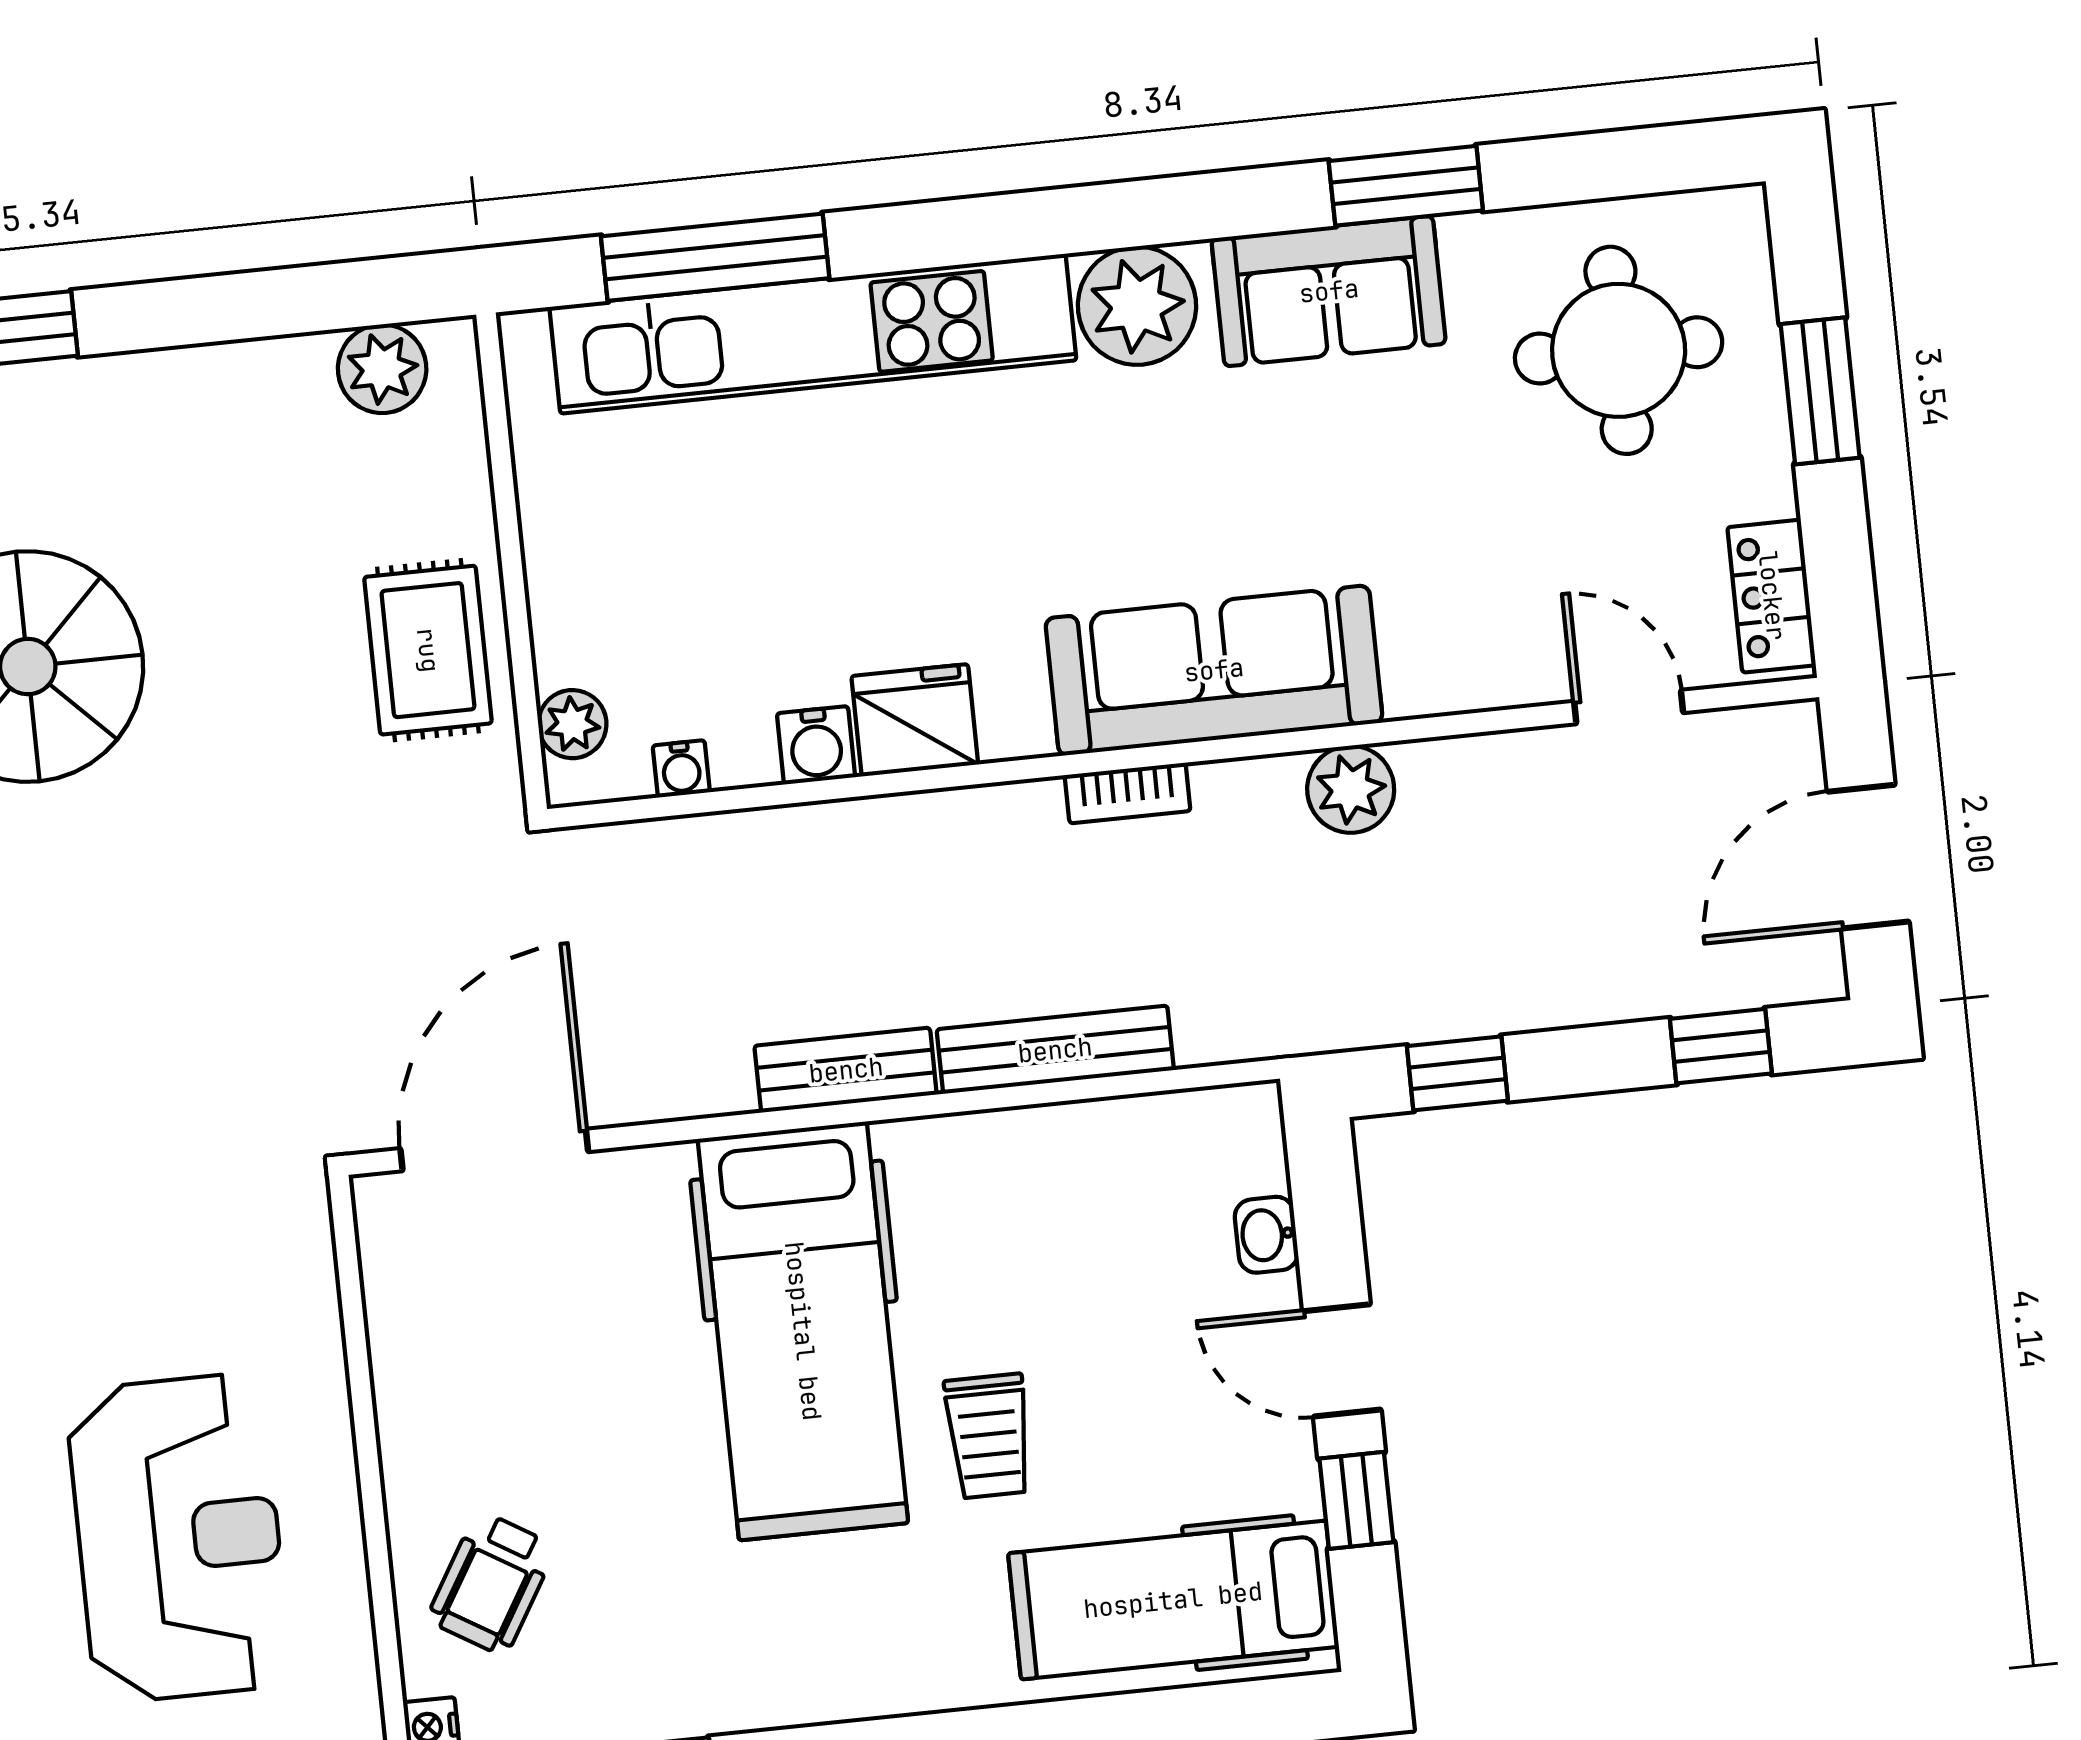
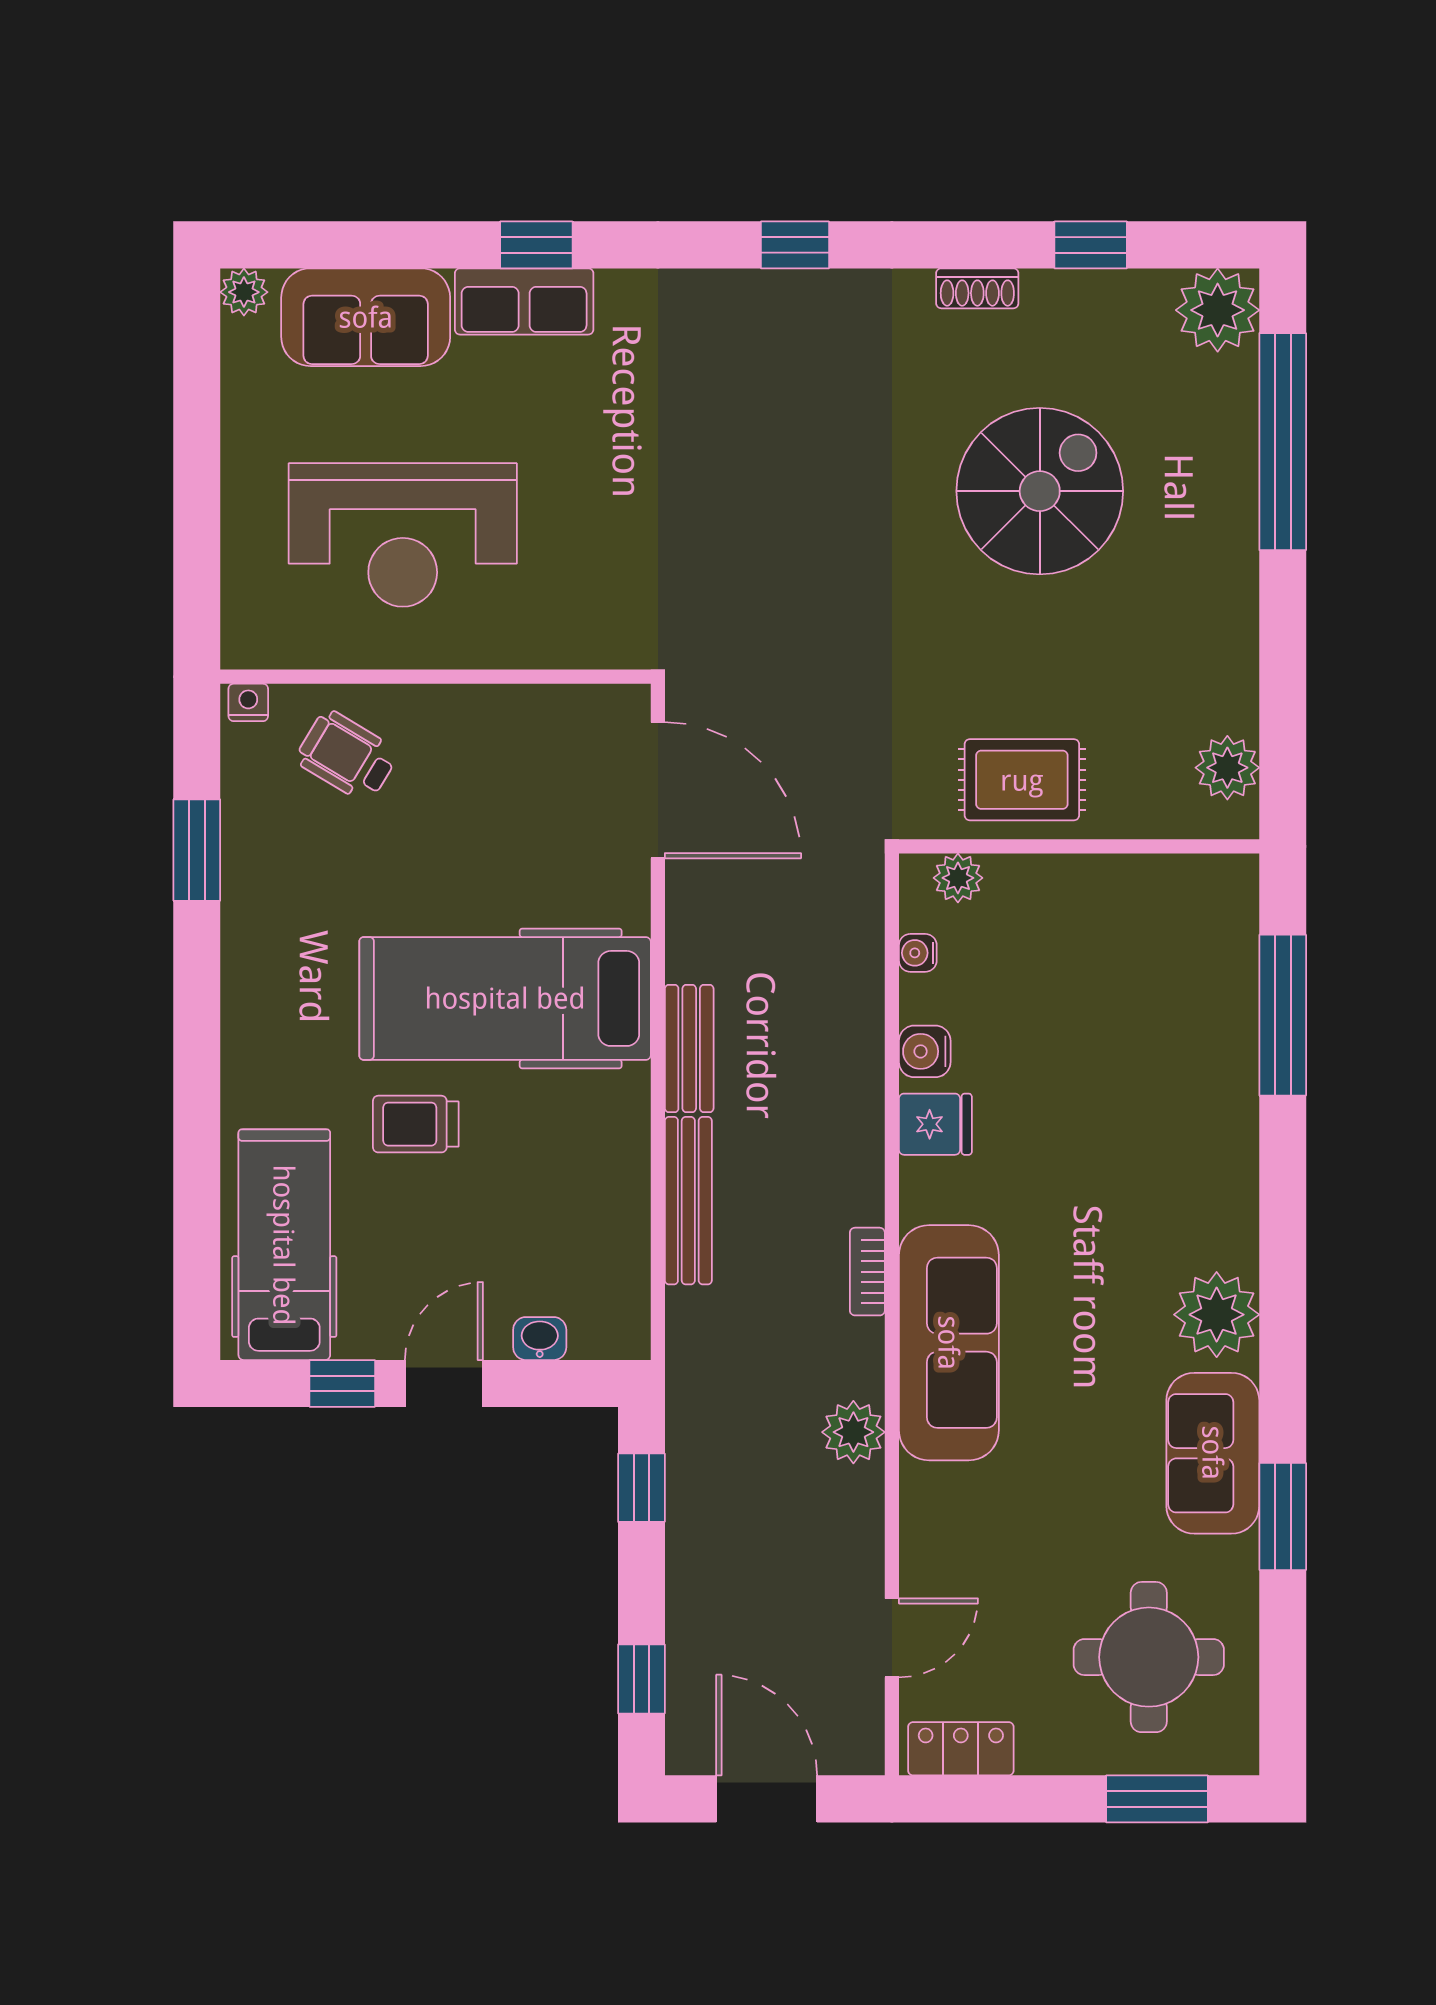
kitchen unit: (813, 334) -> (1221, 1080), removed
window: (1820, 391) -> (1157, 1799), moved
fridge: (915, 720) -> (935, 1124), width x0.72

